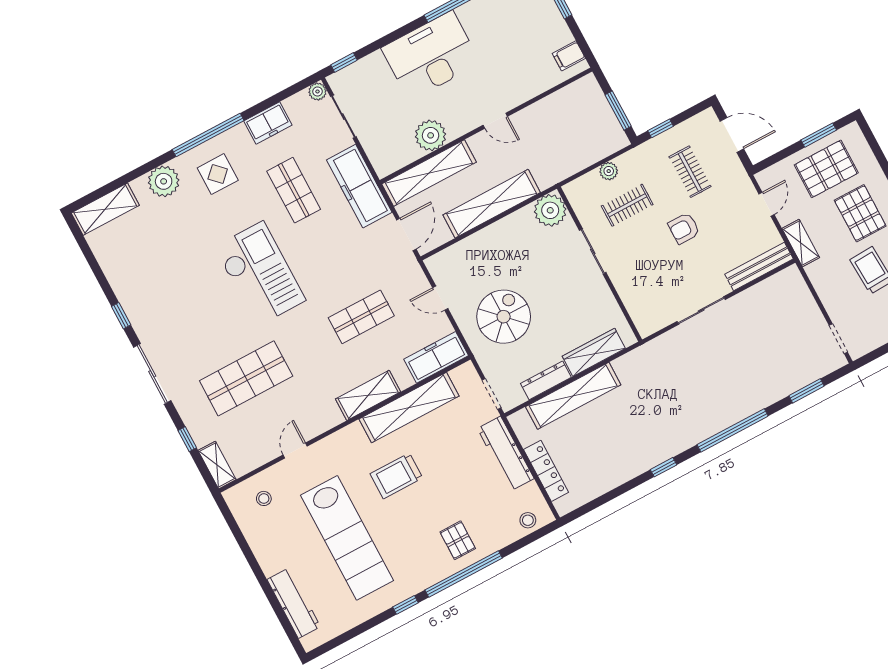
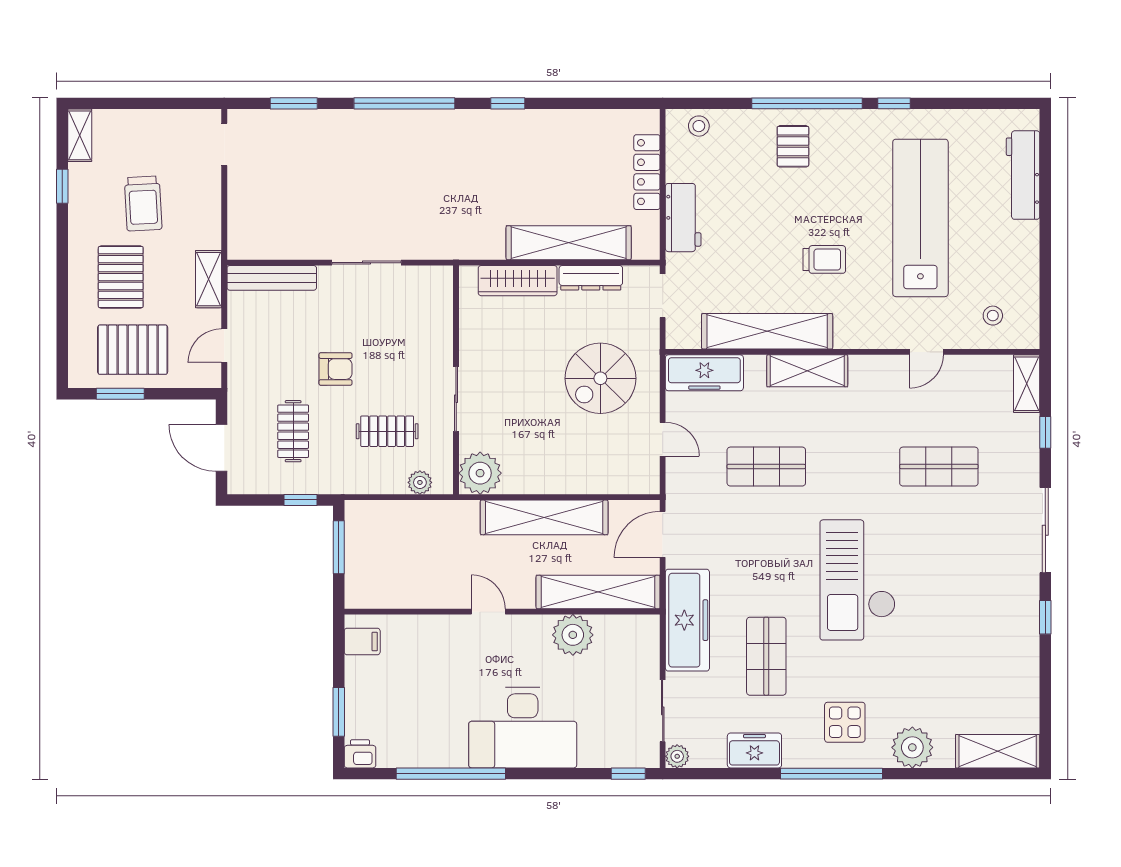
plant: (609, 171) -> (420, 482), moved
shop shelf: (246, 378) -> (939, 467), width x0.70, depth x0.74
workbench: (506, 454) -> (683, 218), width x0.73
trolley: (396, 476) -> (824, 259), width x0.73, depth x0.72

